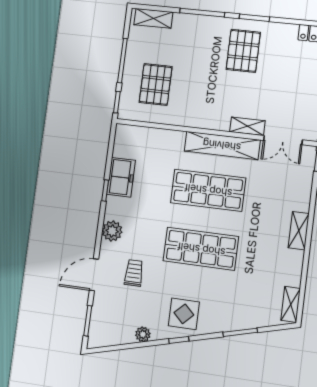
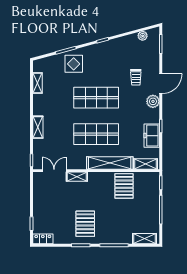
pallet: (156, 84) -> (124, 186), moved
shelving: (137, 134) -> (146, 164), added
shelving: (222, 145) -> (110, 163), moved
shelving: (299, 231) -> (38, 127), moved
door: (94, 275) -> (161, 84), moved
shelving: (291, 304) -> (38, 83), moved
display table: (184, 314) -> (74, 64), moved
plant: (143, 334) -> (143, 36), moved

